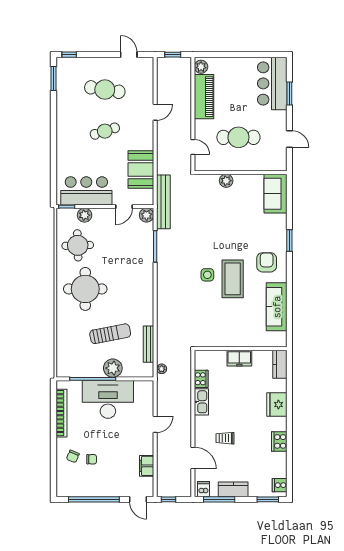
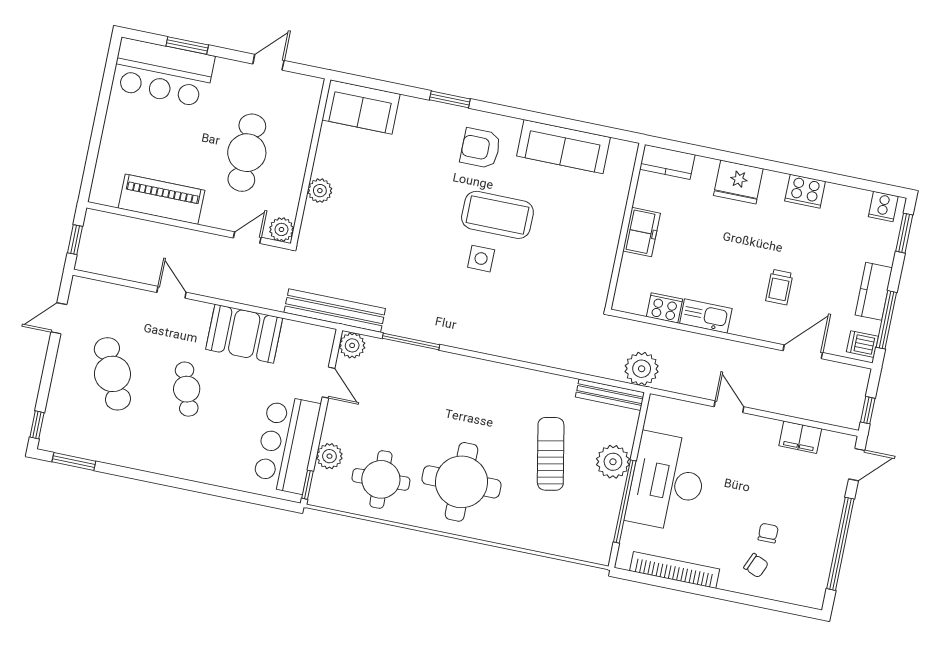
plant: (201, 67) -> (281, 229), moved
cafe table: (105, 90) -> (112, 374), turned -33
booth: (141, 169) -> (244, 334), moved
bench: (148, 344) -> (610, 395), moved
plant: (162, 369) -> (642, 369), width x1.88, depth x1.88

